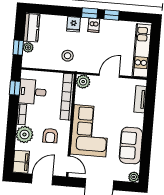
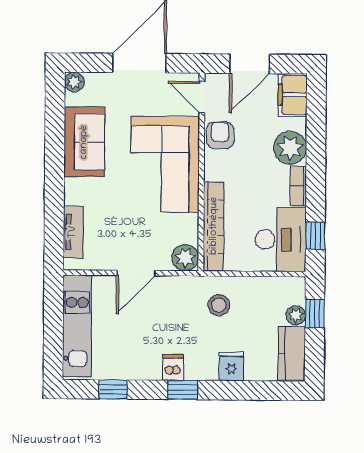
window: (112, 15) -> (113, 389), moved
fridge: (73, 24) -> (231, 367), moved
desk: (33, 92) -> (281, 240), width x1.37
armchair: (50, 136) -> (220, 135), moved

